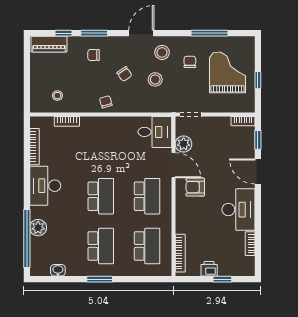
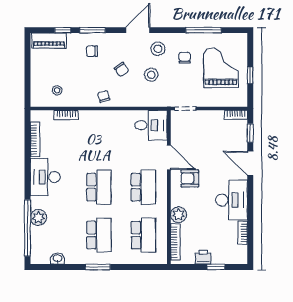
plant: (184, 144) -> (179, 215), moved

